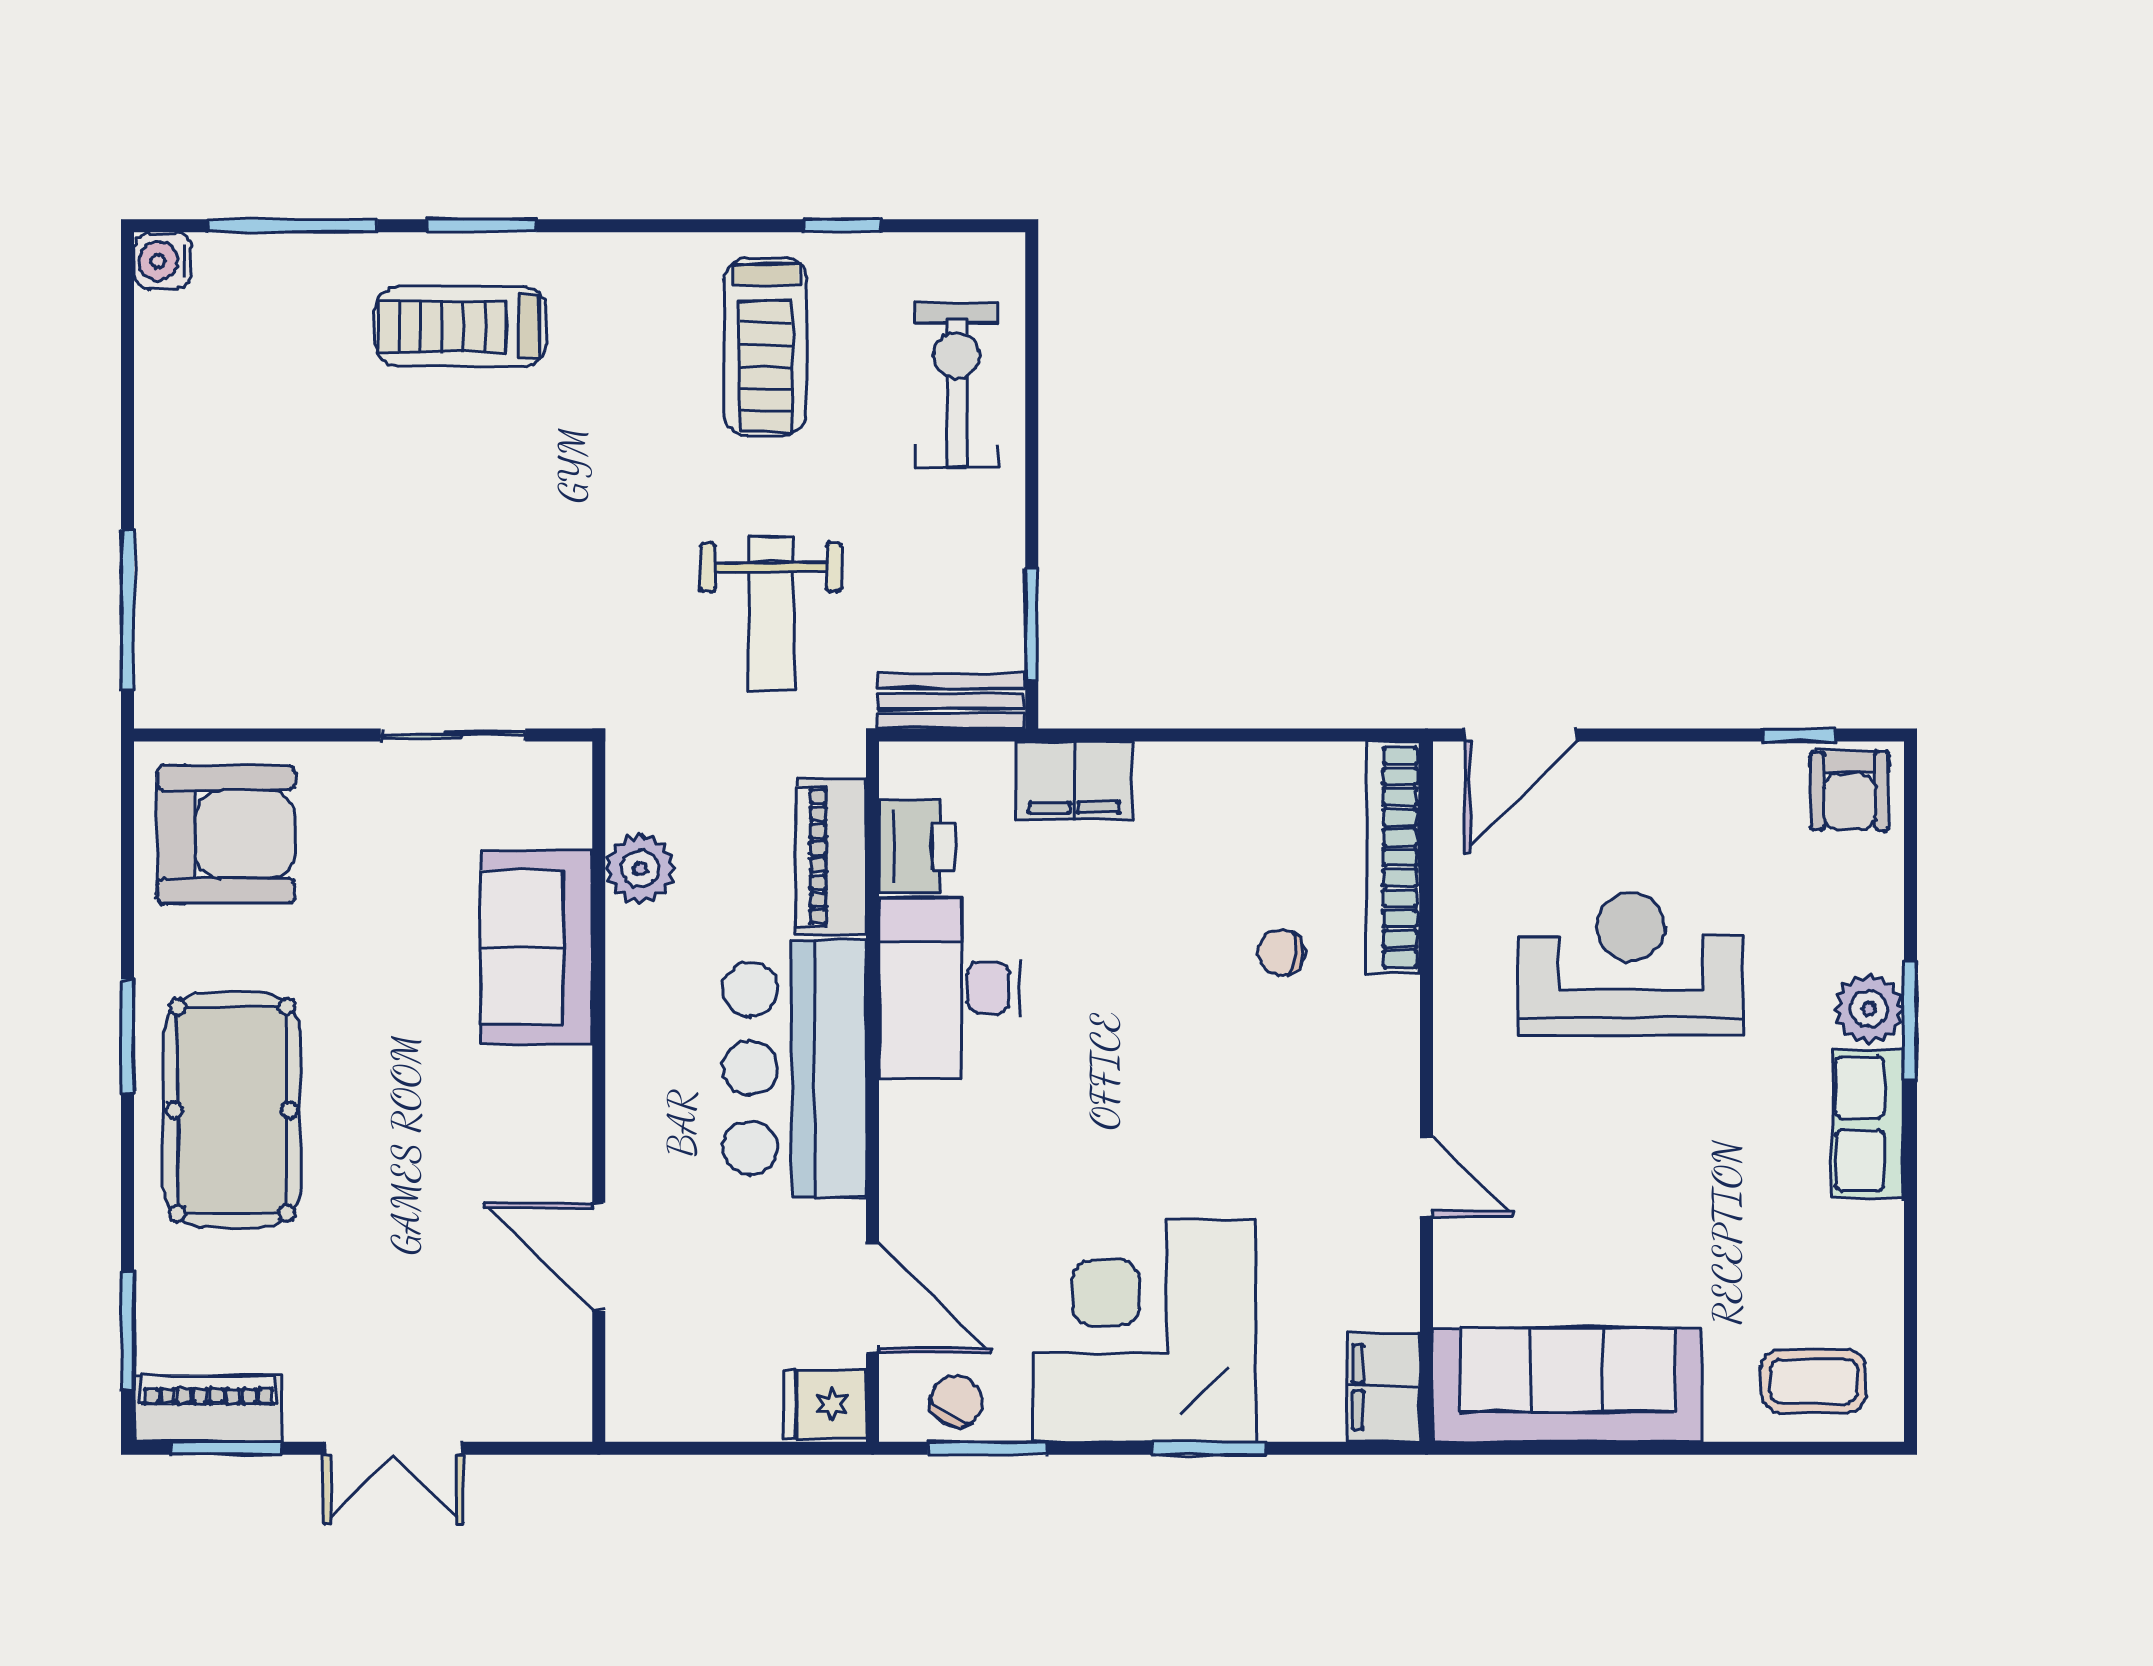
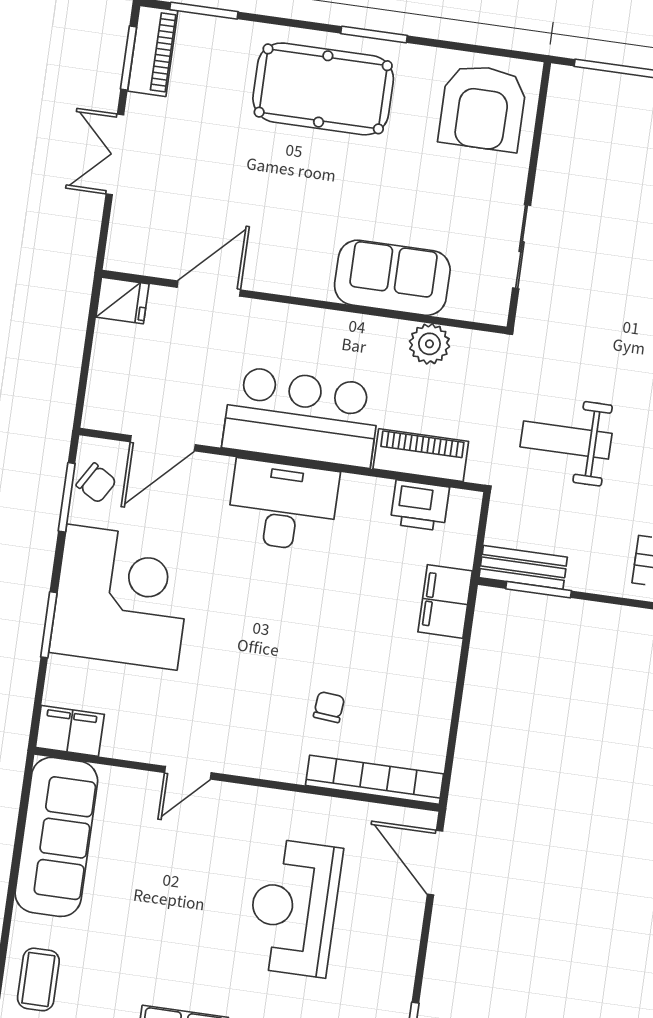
bench: (951, 701) -> (523, 567), moved, turned 90
reception desk: (1631, 964) -> (294, 908), turned 180
desk: (950, 988) -> (283, 506), moved
fridge: (825, 1404) -> (122, 301), moved, turned 90

